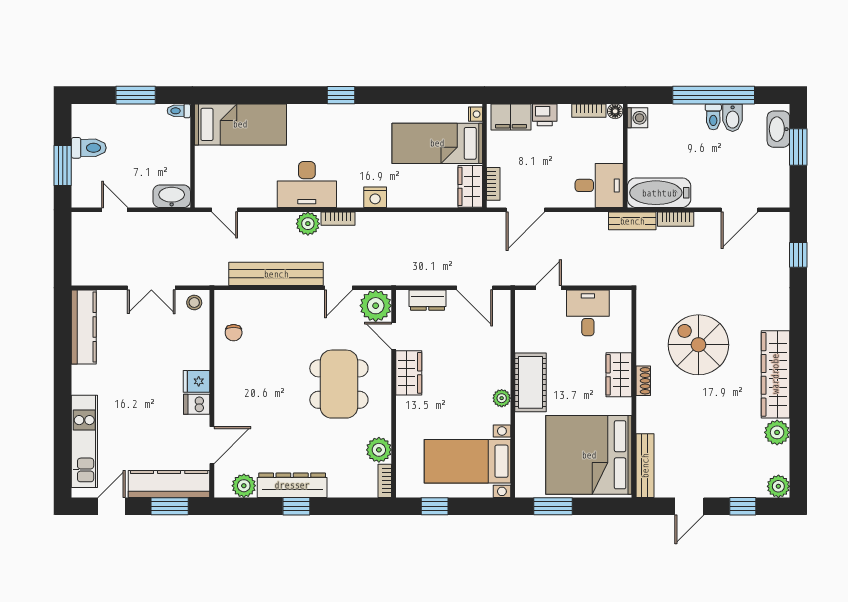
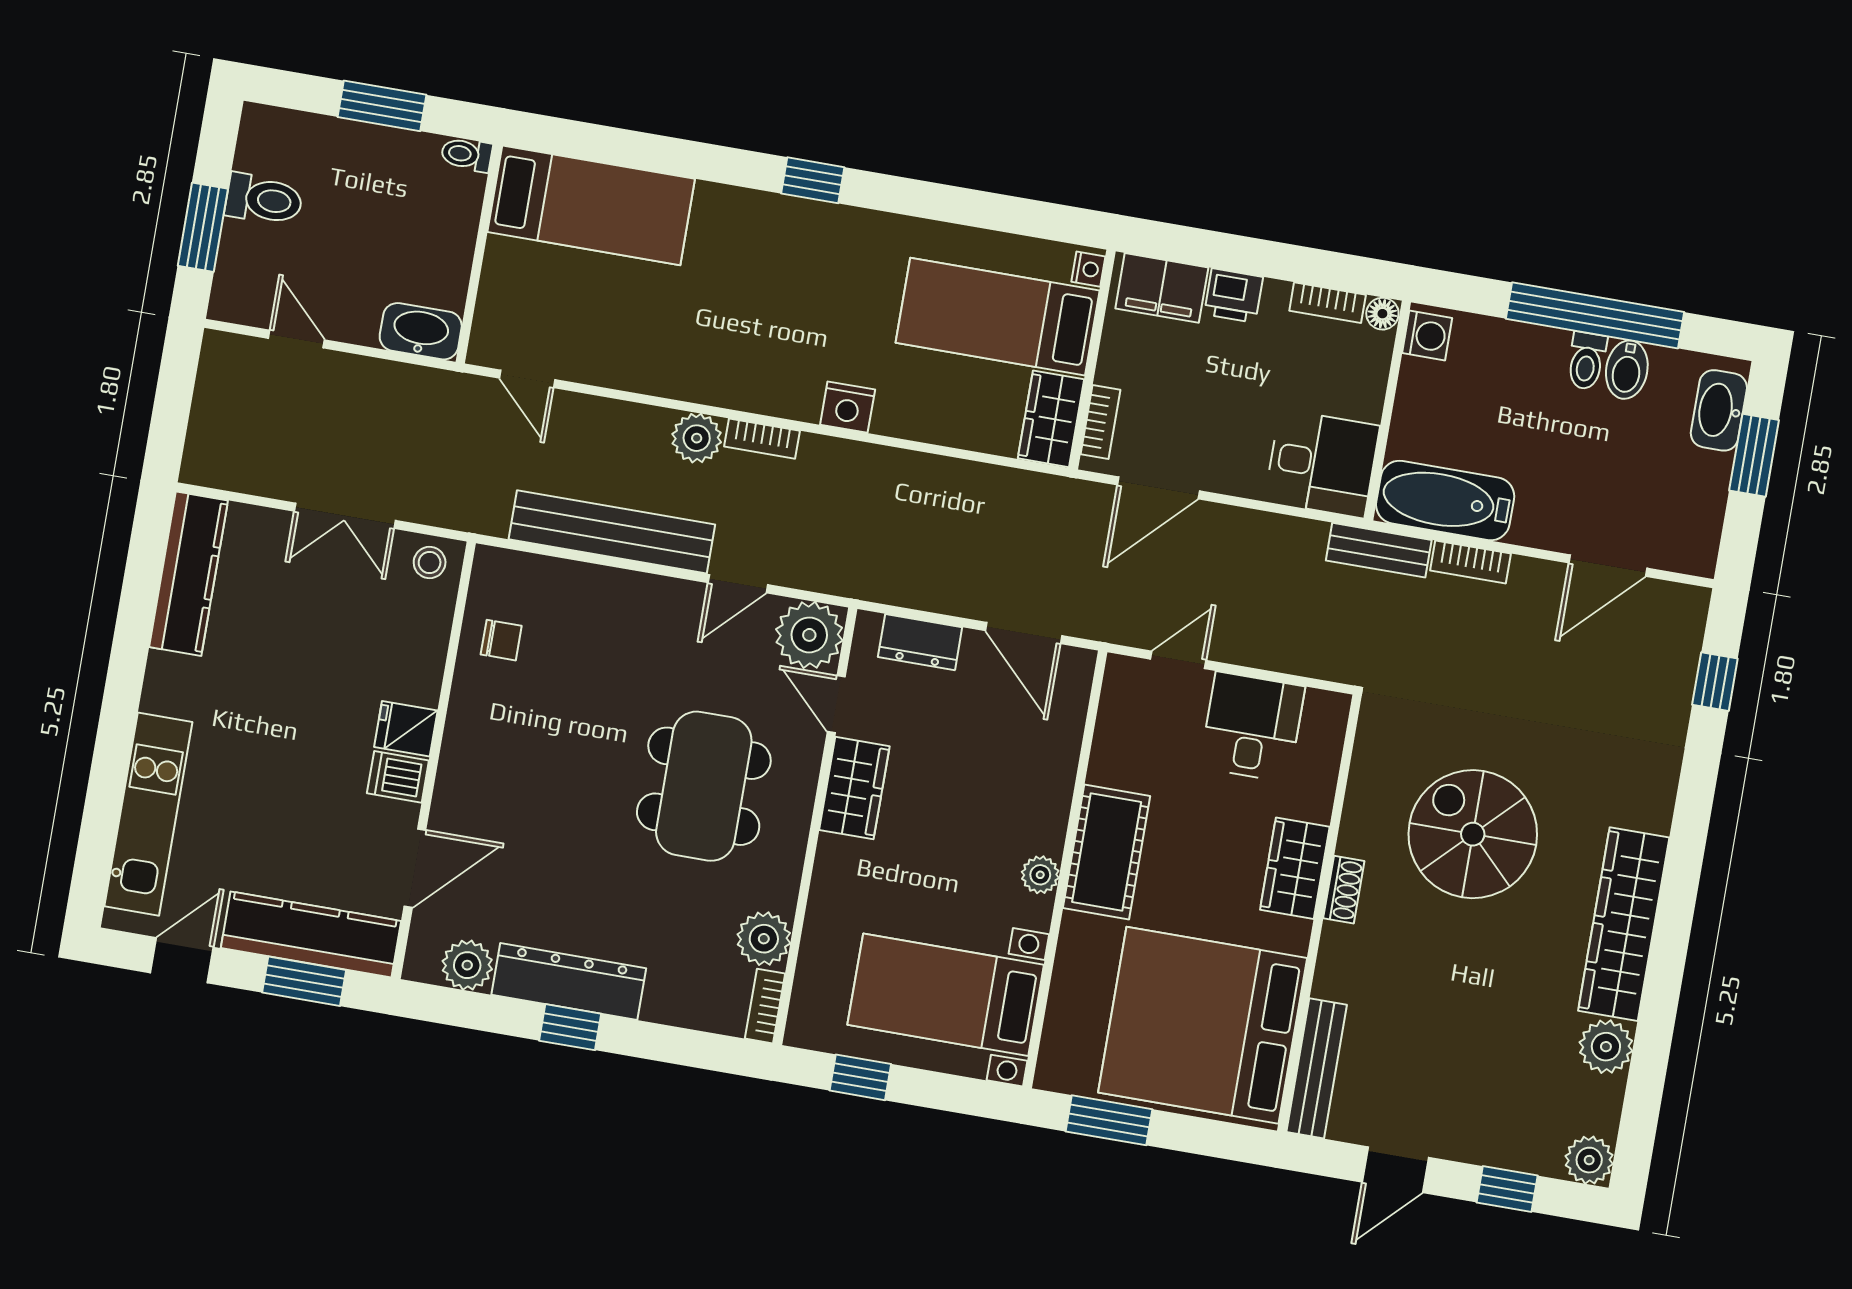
desk: (307, 184) -> (709, 356), removed
chair: (234, 333) -> (501, 640), turned -90

